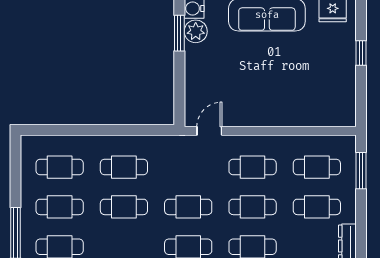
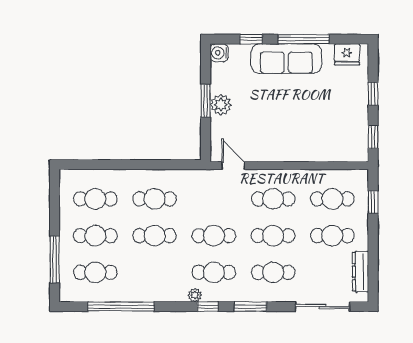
plant: (196, 31) -> (221, 105), moved
window: (179, 33) -> (206, 101), moved
window: (361, 100) -> (373, 137), added
door: (209, 131) -> (233, 166), hinge flipped
window: (361, 171) -> (373, 202), width x0.67

